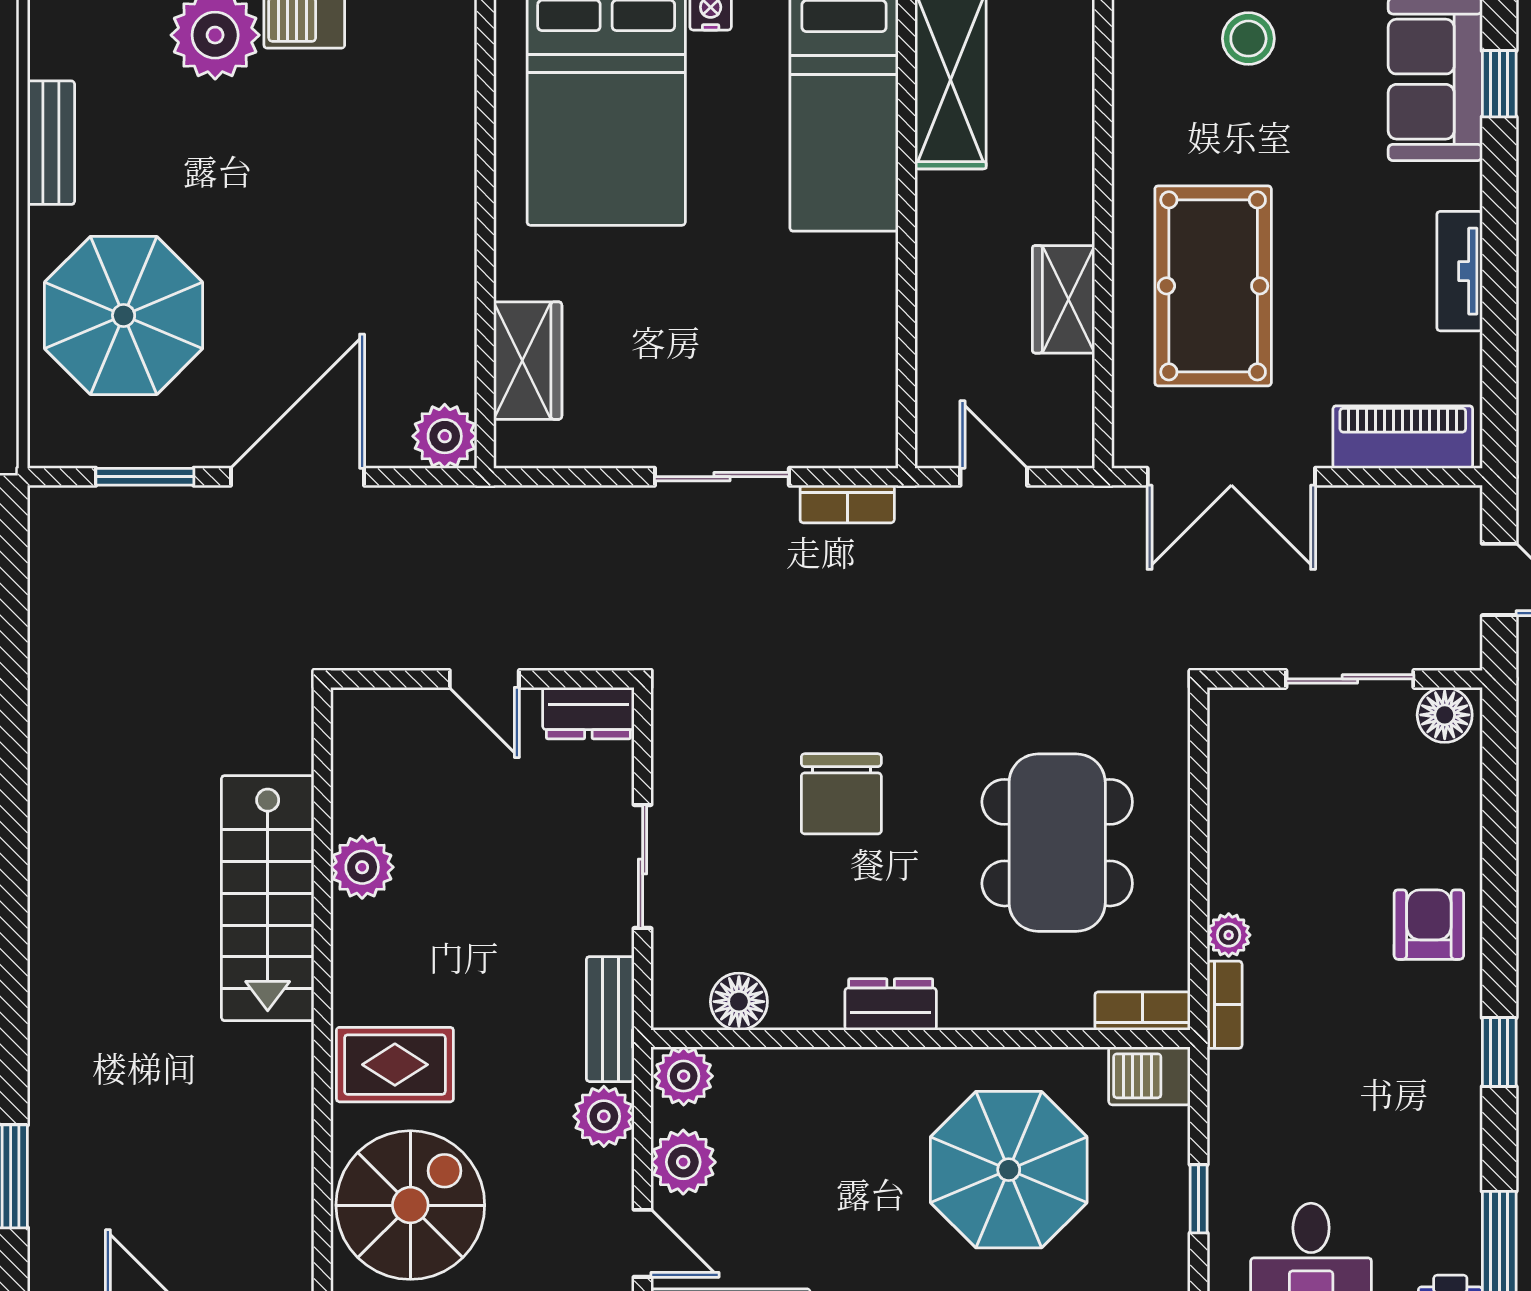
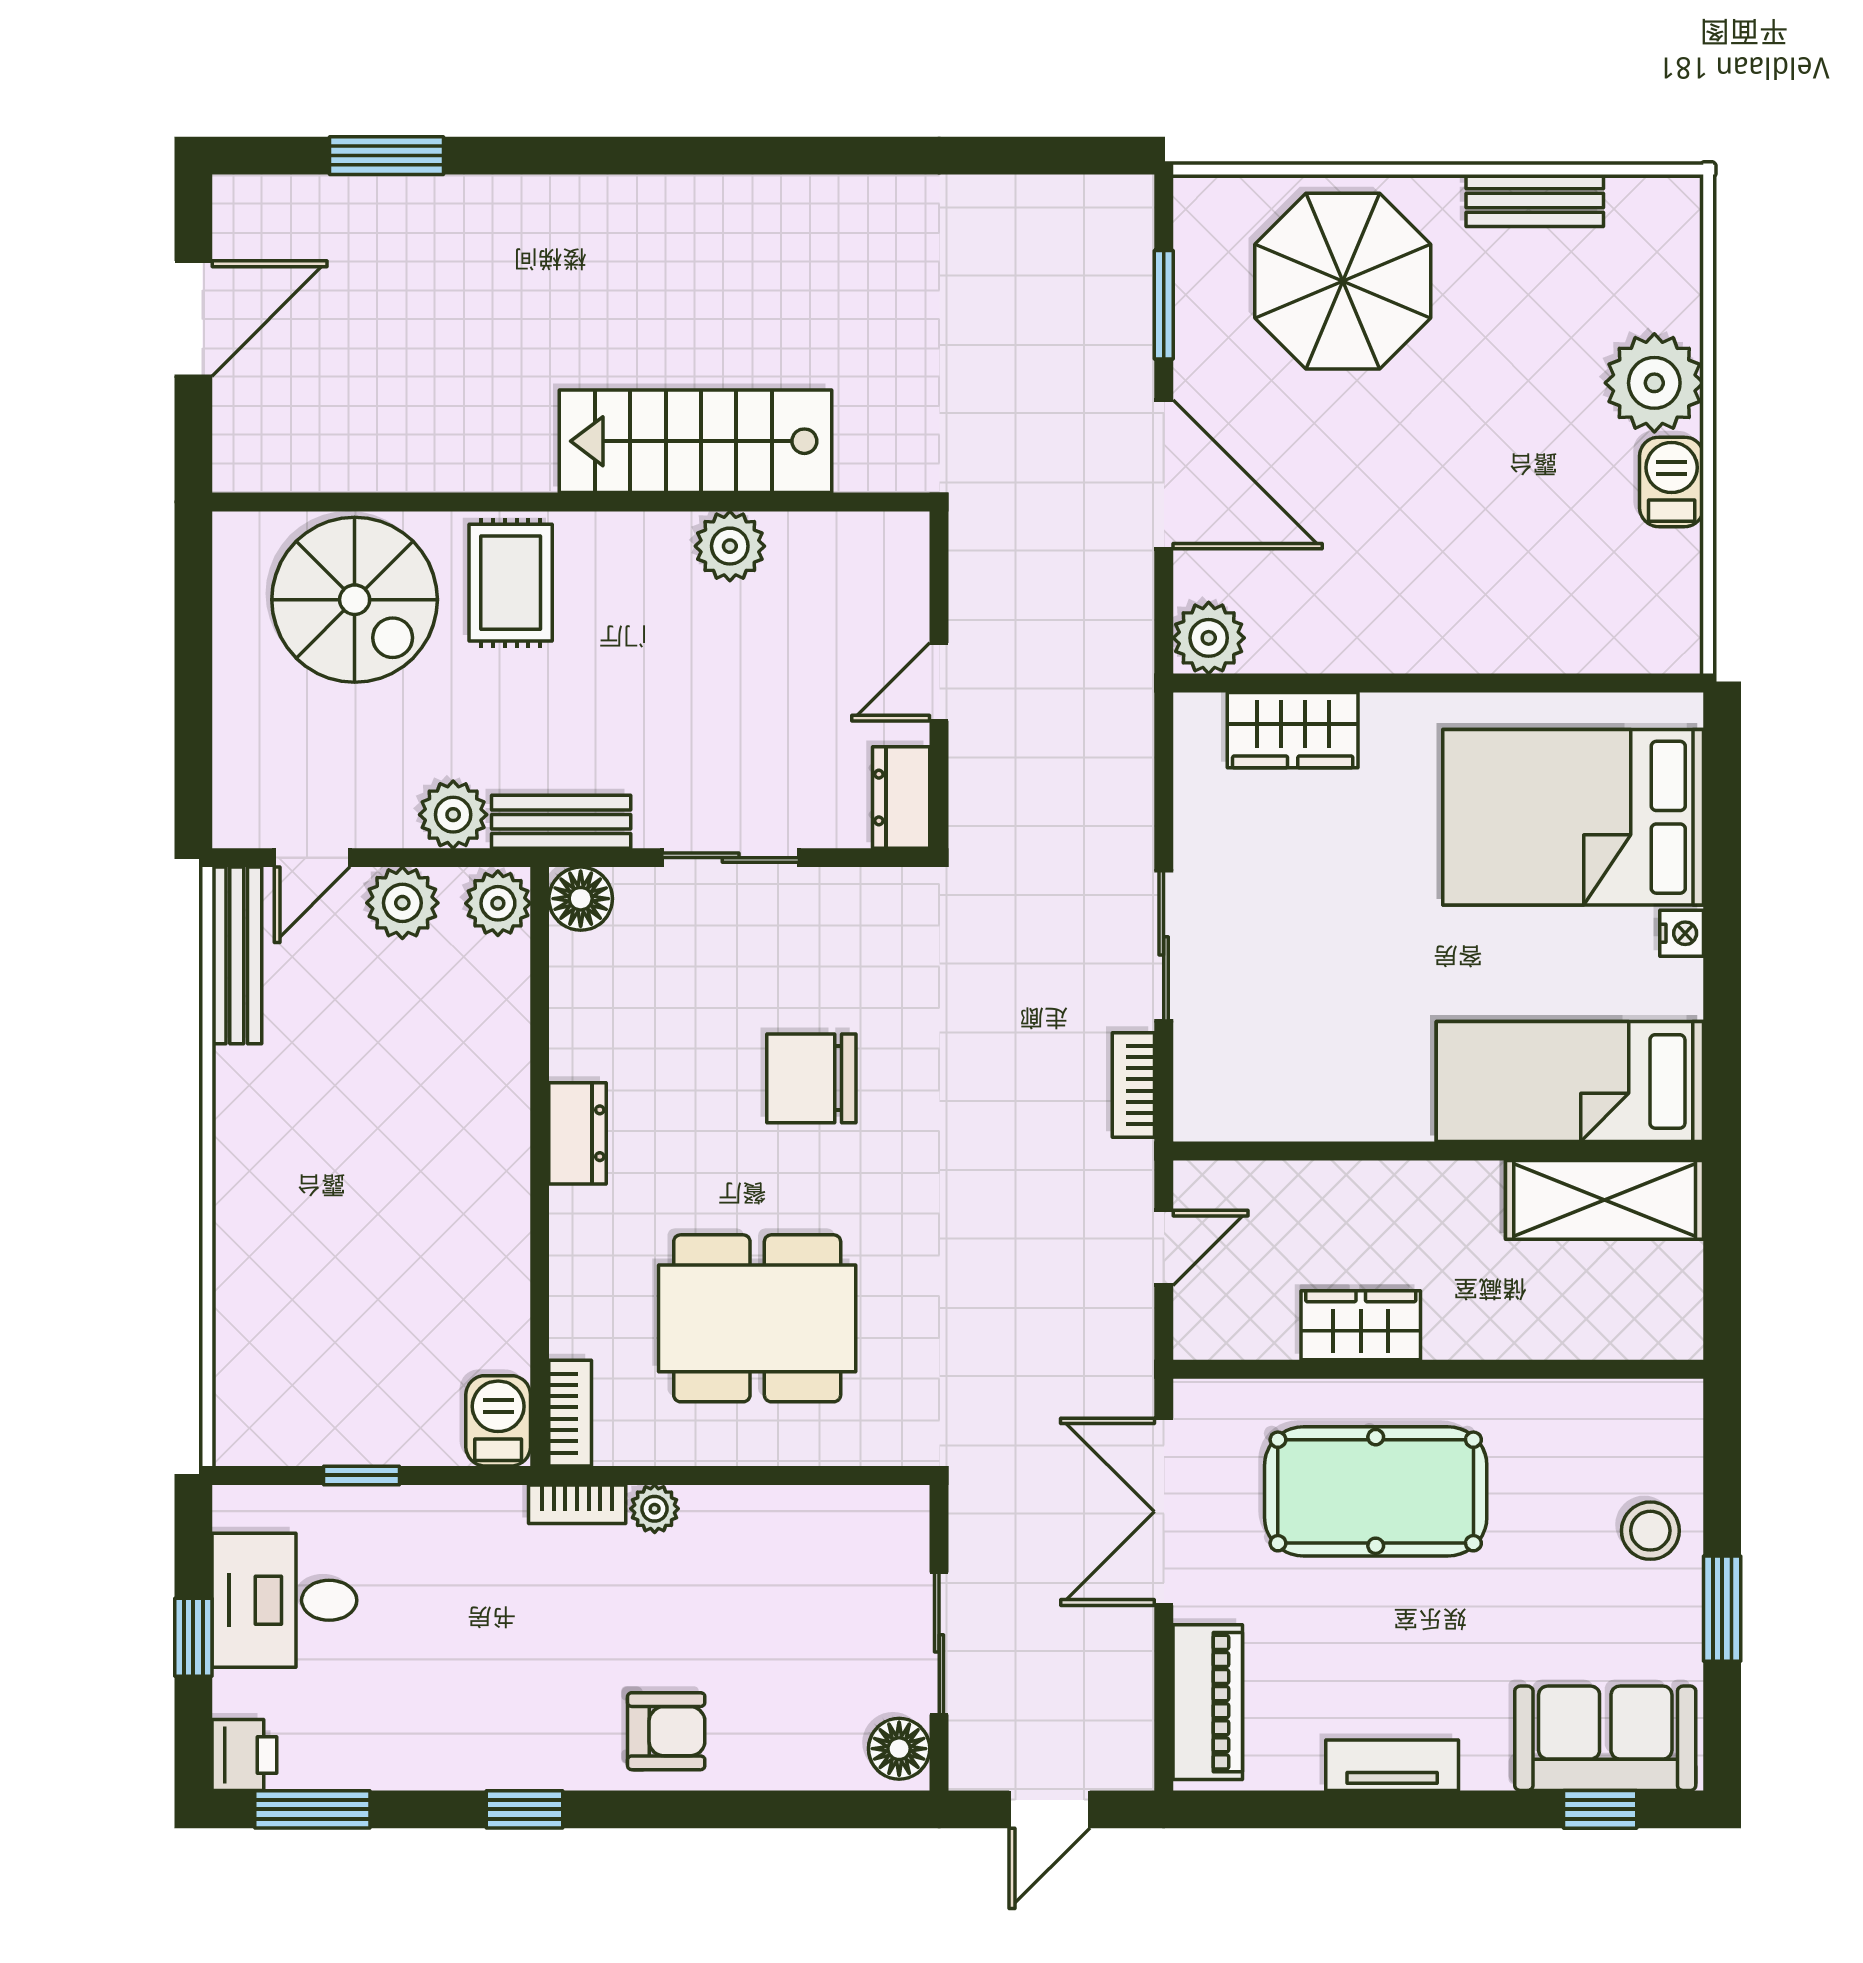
floor lamp: (739, 1002) -> (581, 899), moved
parasol: (1009, 1170) -> (394, 1264), removed

